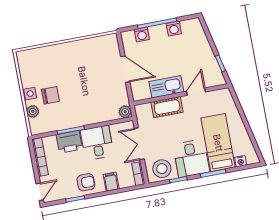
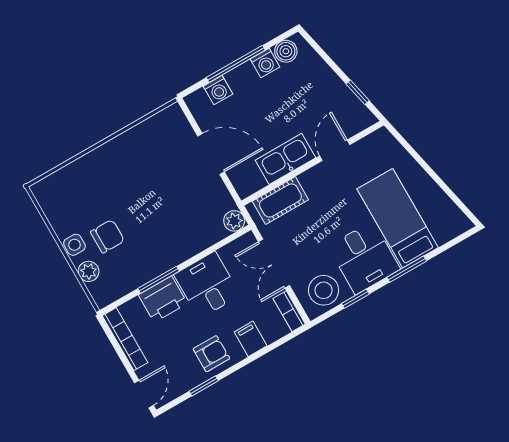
boiler: (188, 26) -> (286, 51), added
cot: (167, 107) -> (280, 200), moved
nightstand: (241, 161) -> (443, 235), removed

